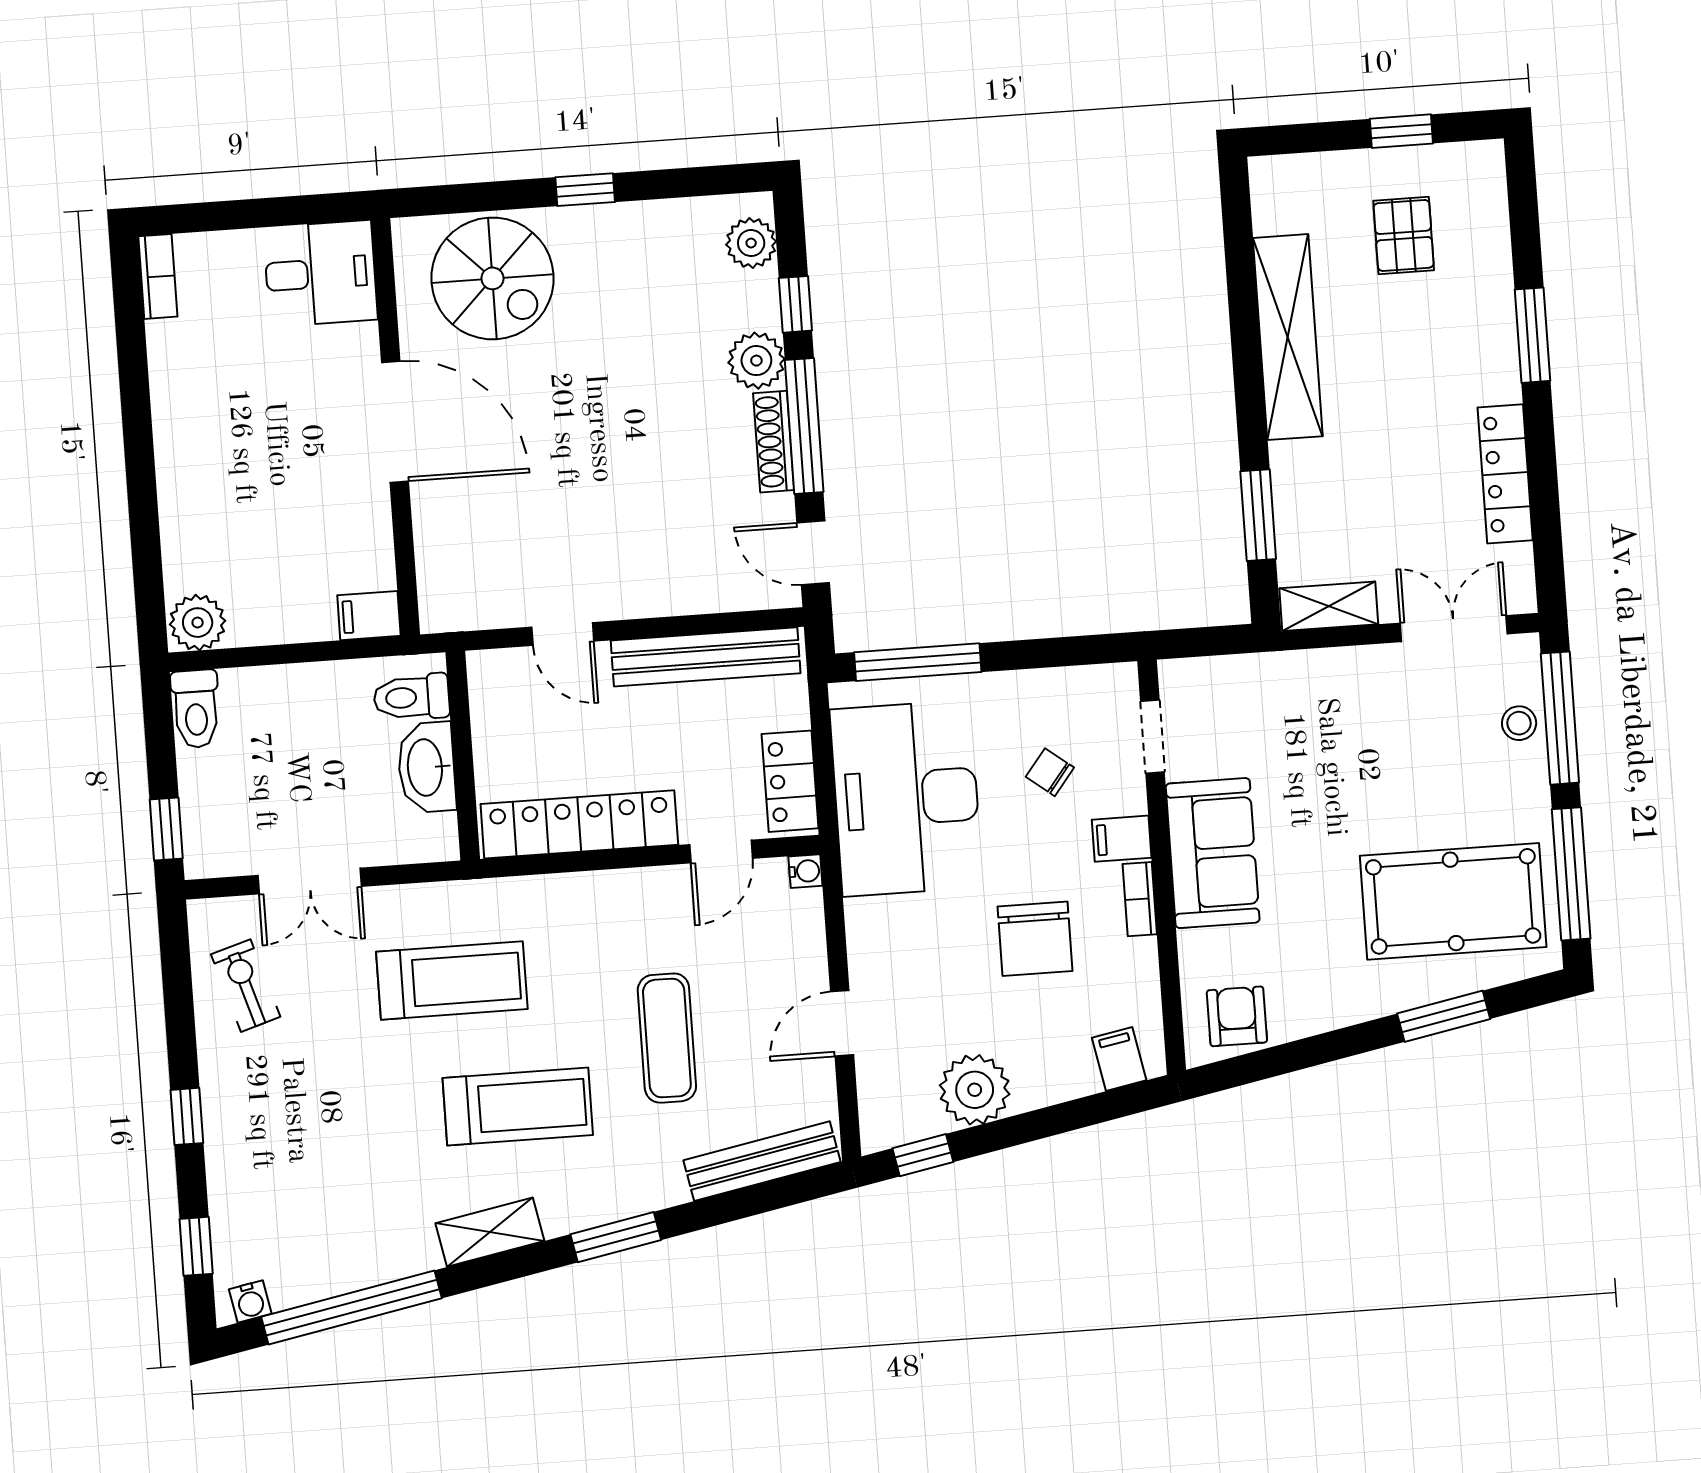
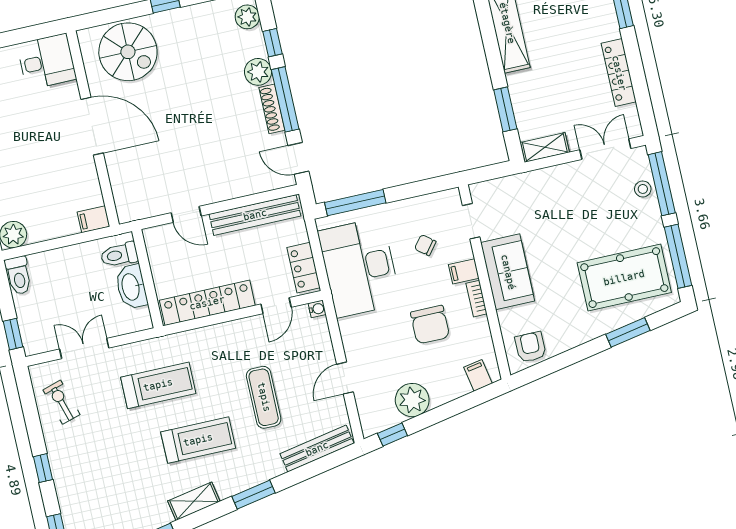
double door: (310, 881) -> (84, 348), swing flipped

